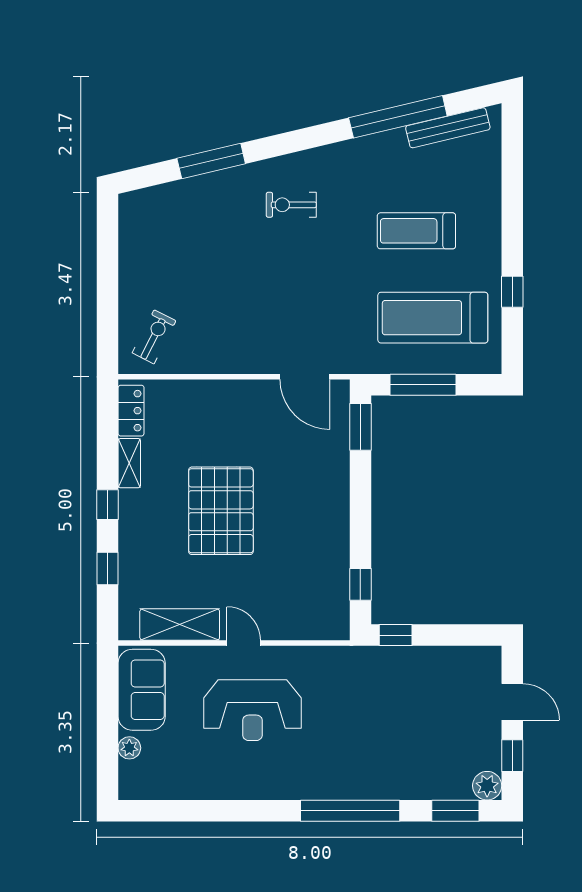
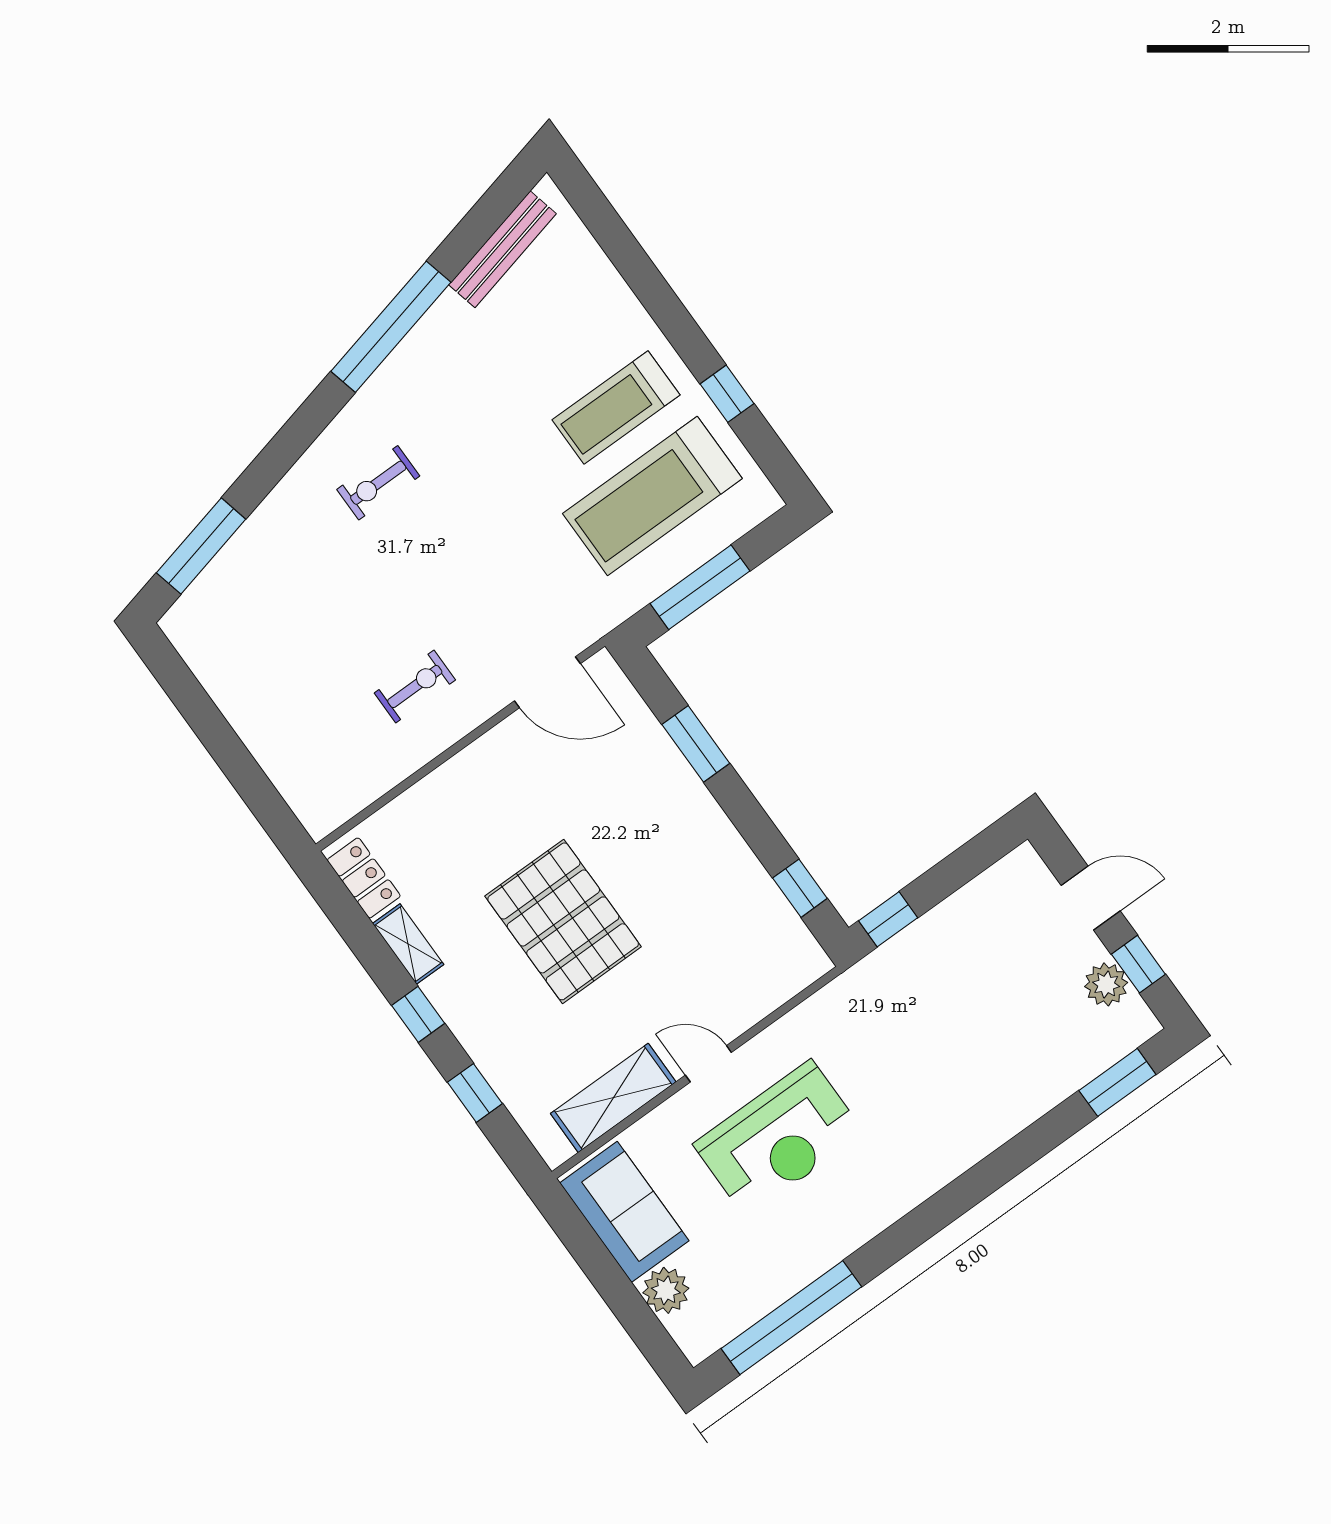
window: (398, 117) -> (391, 327), moved
window: (211, 161) -> (201, 546), moved
treadmill: (416, 231) -> (616, 407), moved
exercise bike: (154, 337) -> (415, 686), moved, turned 63
window: (360, 427) -> (696, 744), moved
plant: (129, 748) -> (666, 1290), width x1.38, depth x1.38
plant: (487, 786) -> (1106, 984), moved
window: (350, 811) -> (791, 1318), moved

